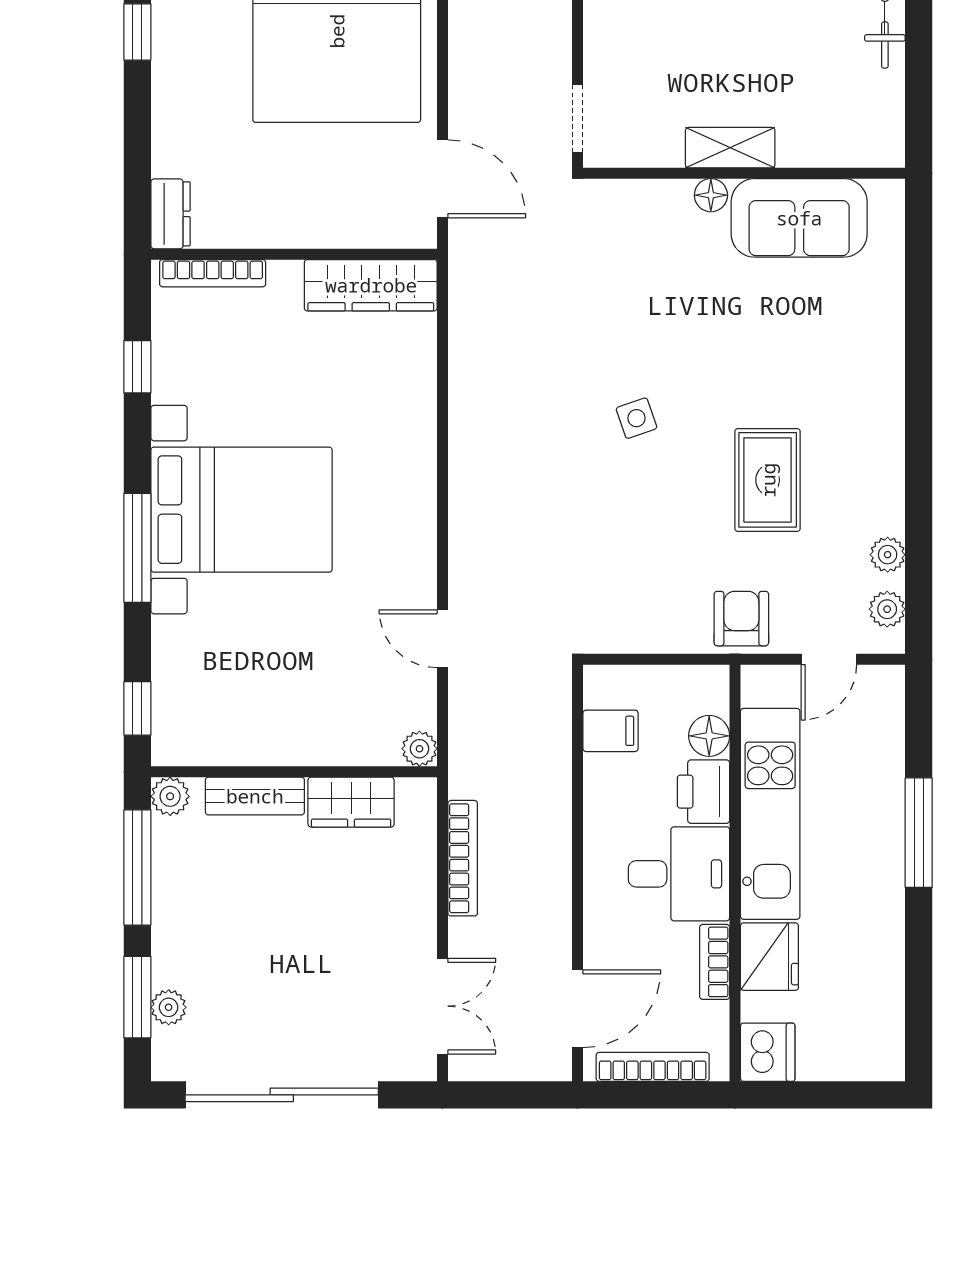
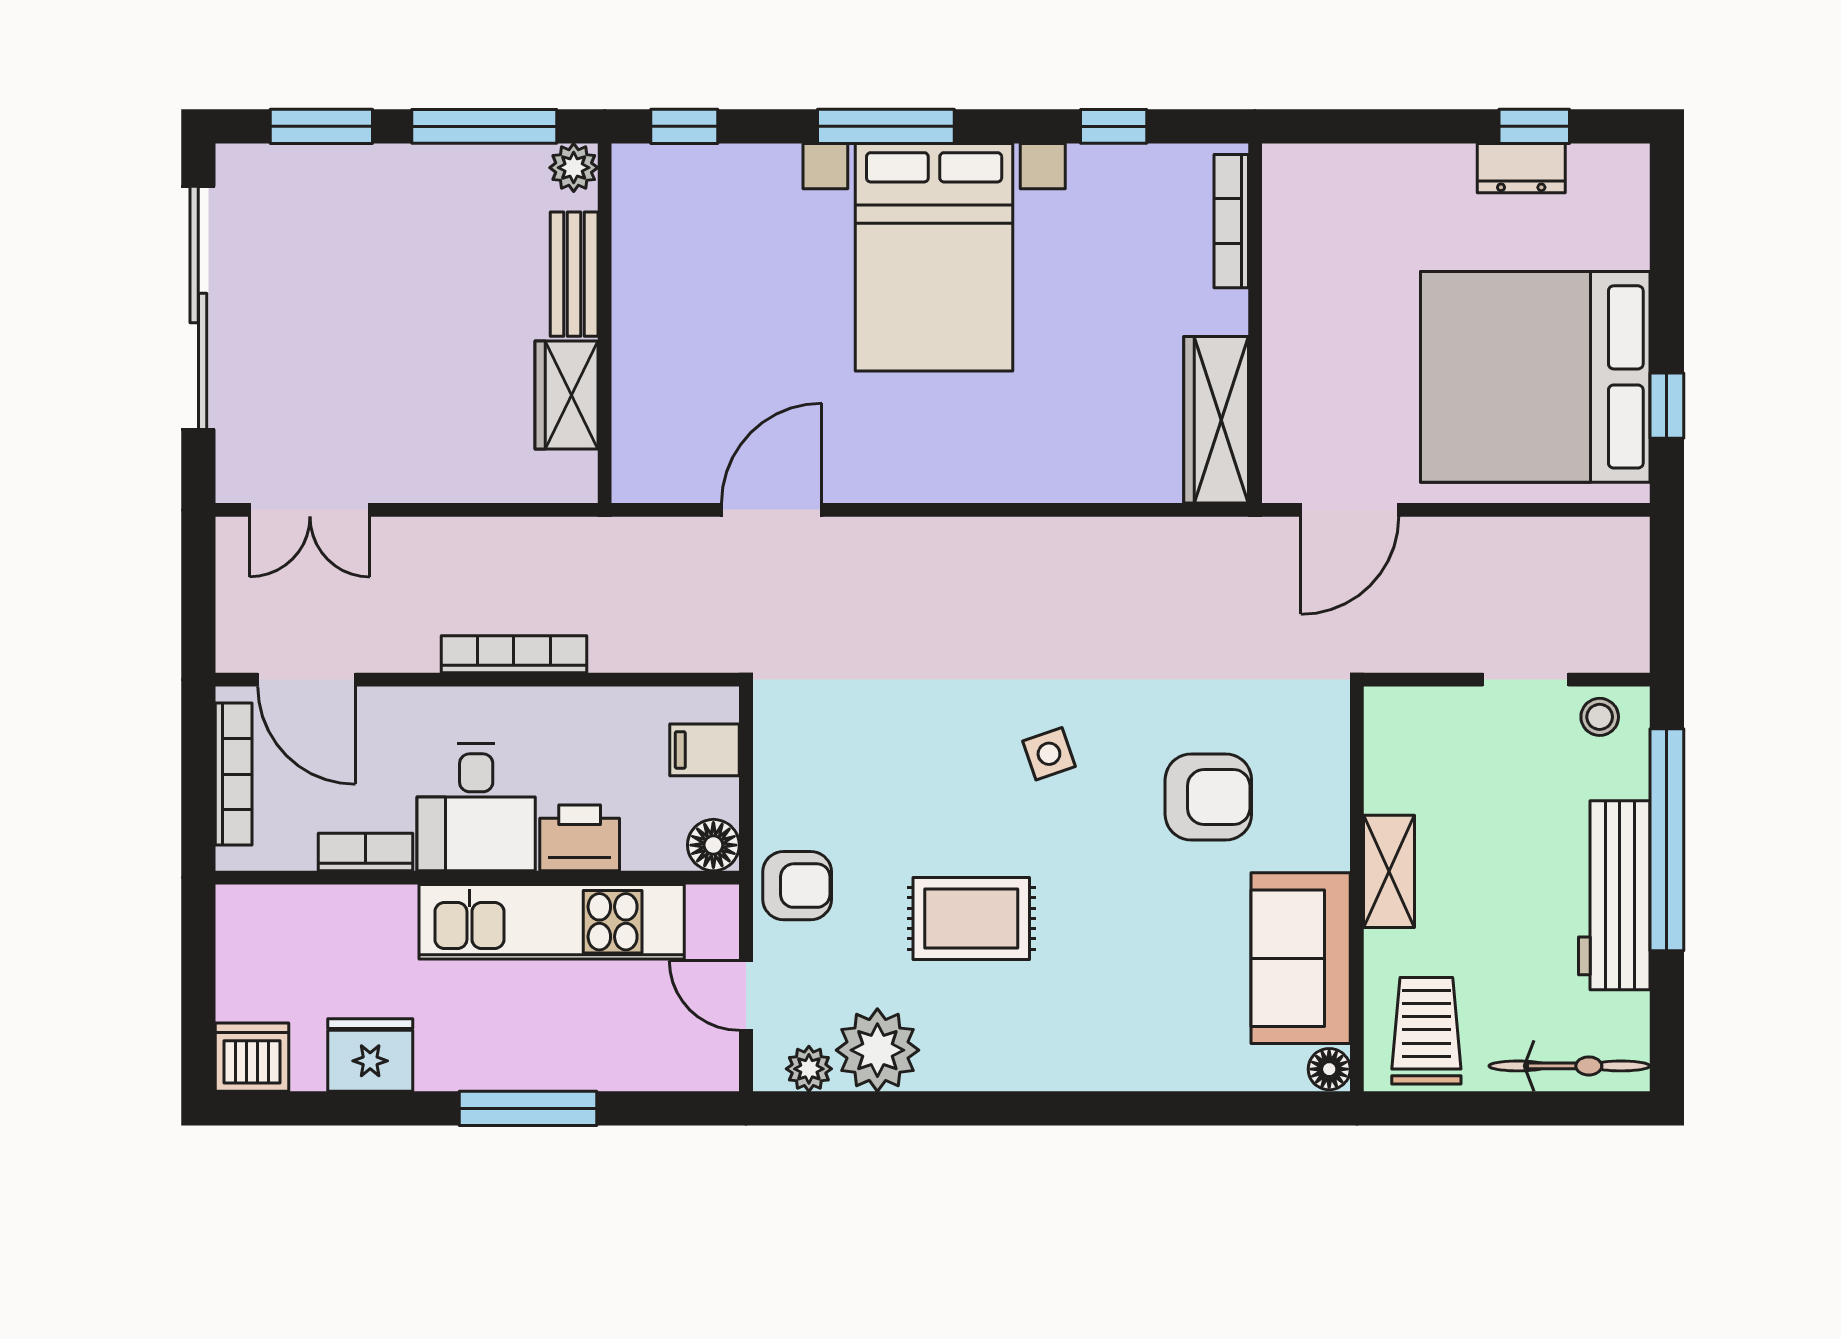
doorway: (578, 118) -> (1526, 680), moved
trolley: (857, 118) -> (1426, 1031), added
floor lamp: (711, 195) -> (1329, 1069), moved
dresser: (171, 214) -> (1521, 168), moved
armchair: (671, 291) -> (1208, 797), added
plant: (888, 555) -> (877, 1050), width x1.88, depth x1.88
door: (443, 639) -> (772, 510), width x1.38
filing cabinet: (610, 731) -> (705, 750), moved, turned 90
floor lamp: (709, 736) -> (713, 845), moved
plant: (419, 749) -> (634, 481), removed
bookcase: (463, 858) -> (514, 654), moved, turned 180
fridge: (769, 957) -> (370, 1055), moved, turned 180
plant: (169, 1007) -> (308, 166), removed
dishwasher: (768, 1052) -> (252, 1057), moved, turned 180

